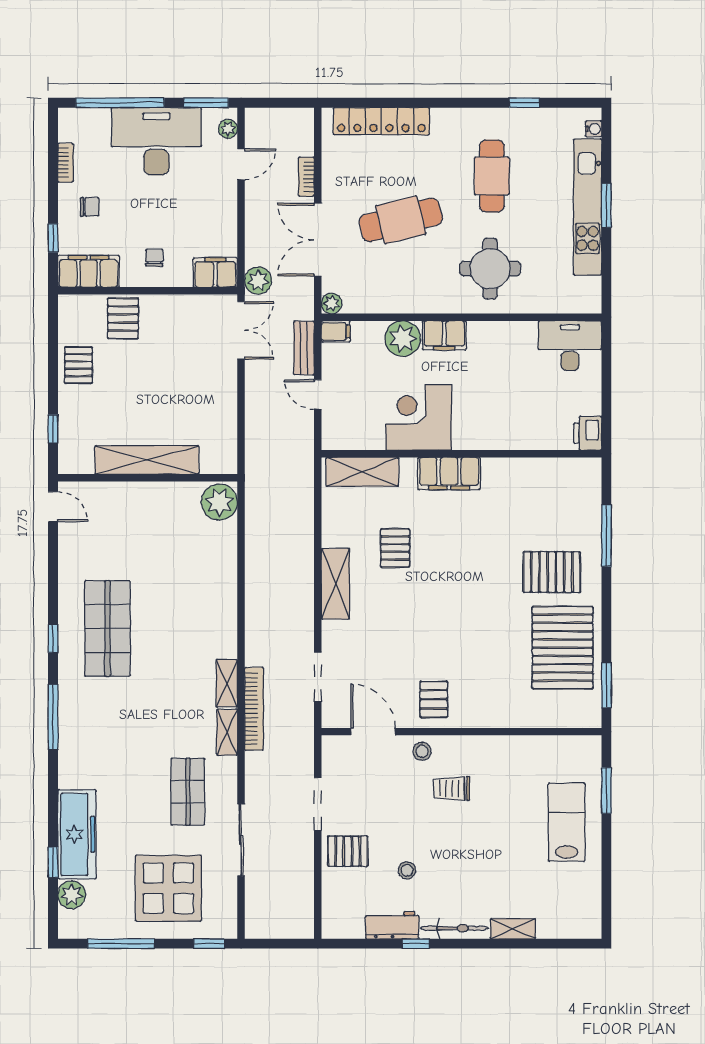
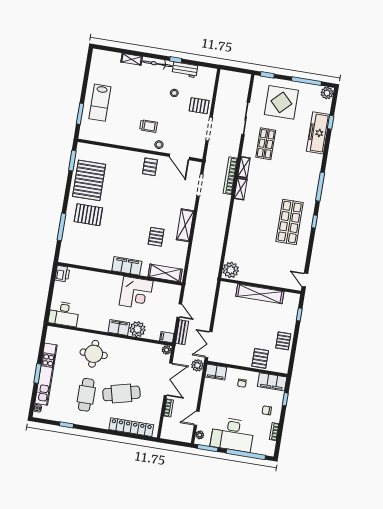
cafe table: (401, 220) -> (121, 393), moved
plant: (72, 895) -> (327, 93), moved

